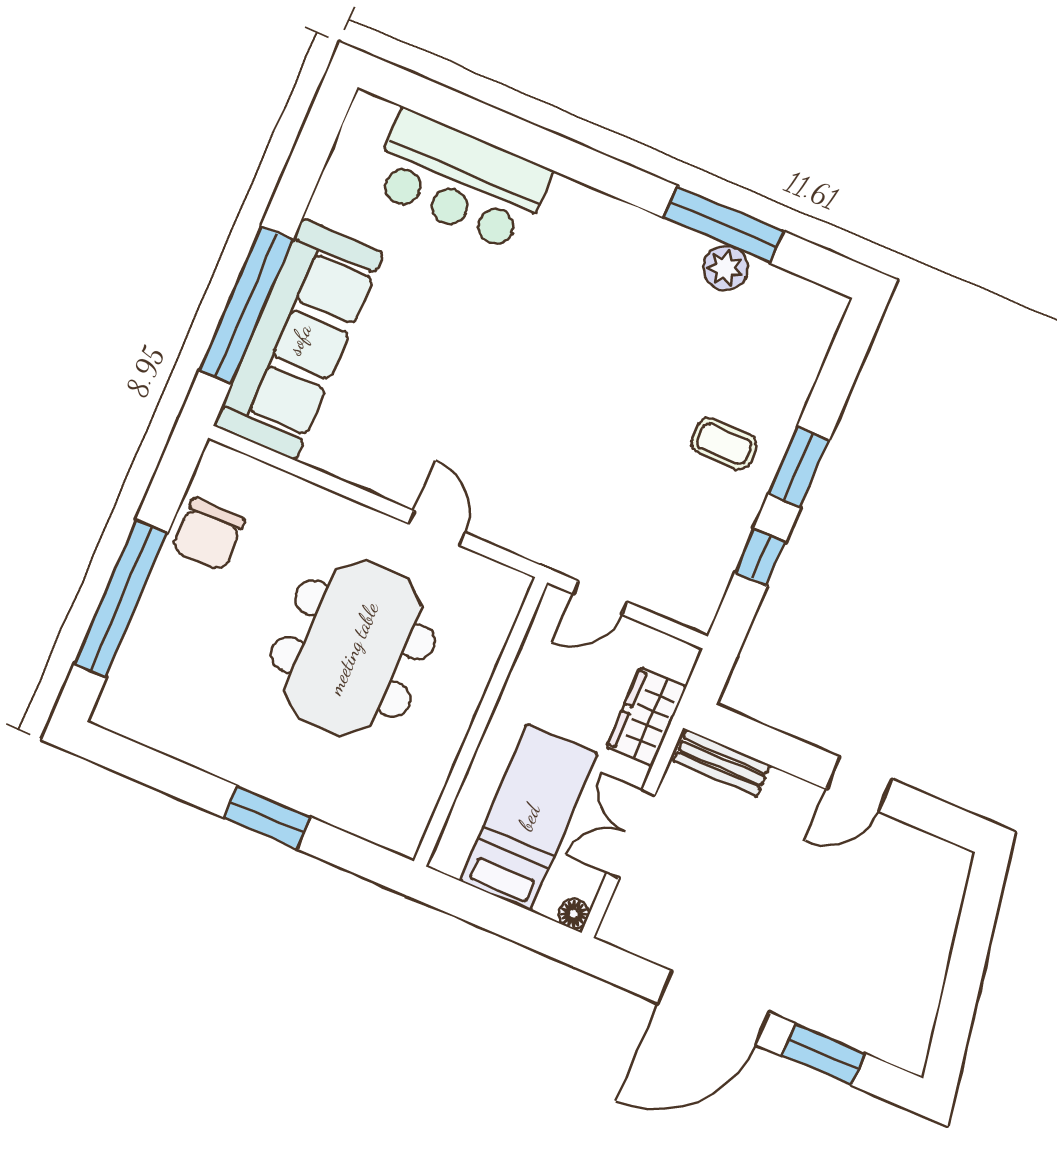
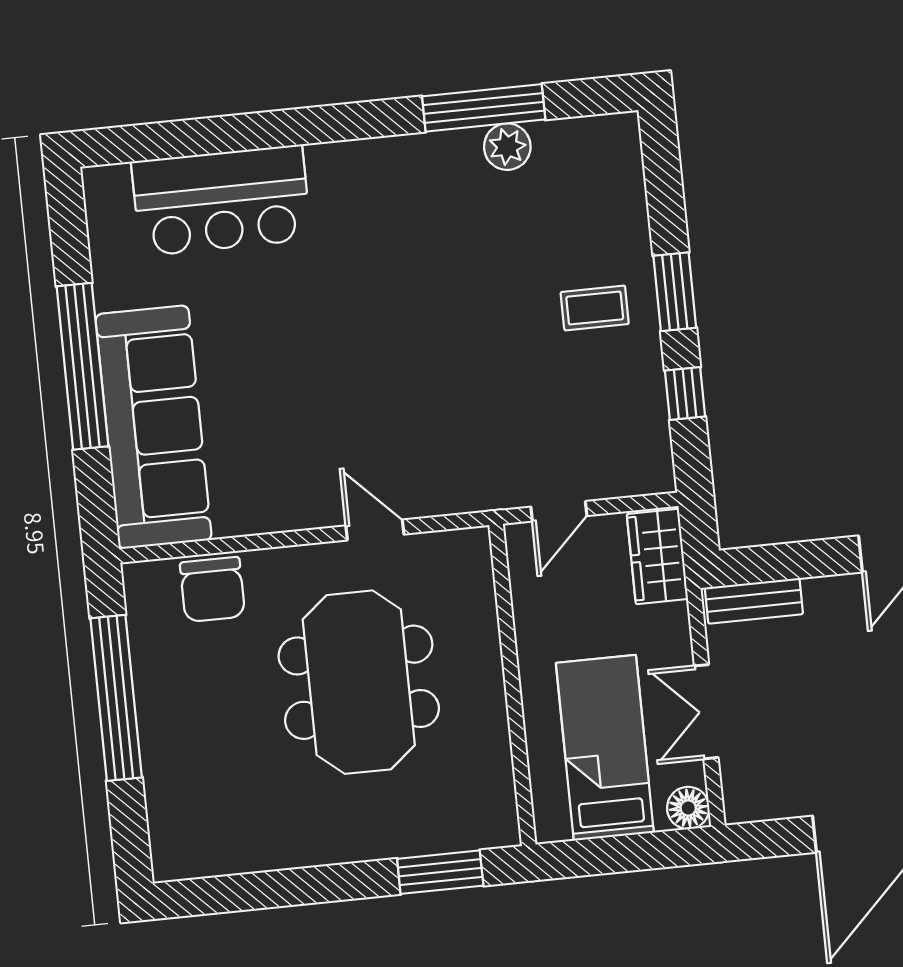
window: (246, 305) -> (82, 366), moved
chair: (208, 535) -> (212, 589), moved
window: (121, 599) -> (116, 698), moved
wardrobe: (646, 717) -> (657, 556), moved
window: (267, 817) -> (440, 872), moved
floor lamp: (574, 914) -> (688, 808), width x1.37, depth x1.37

